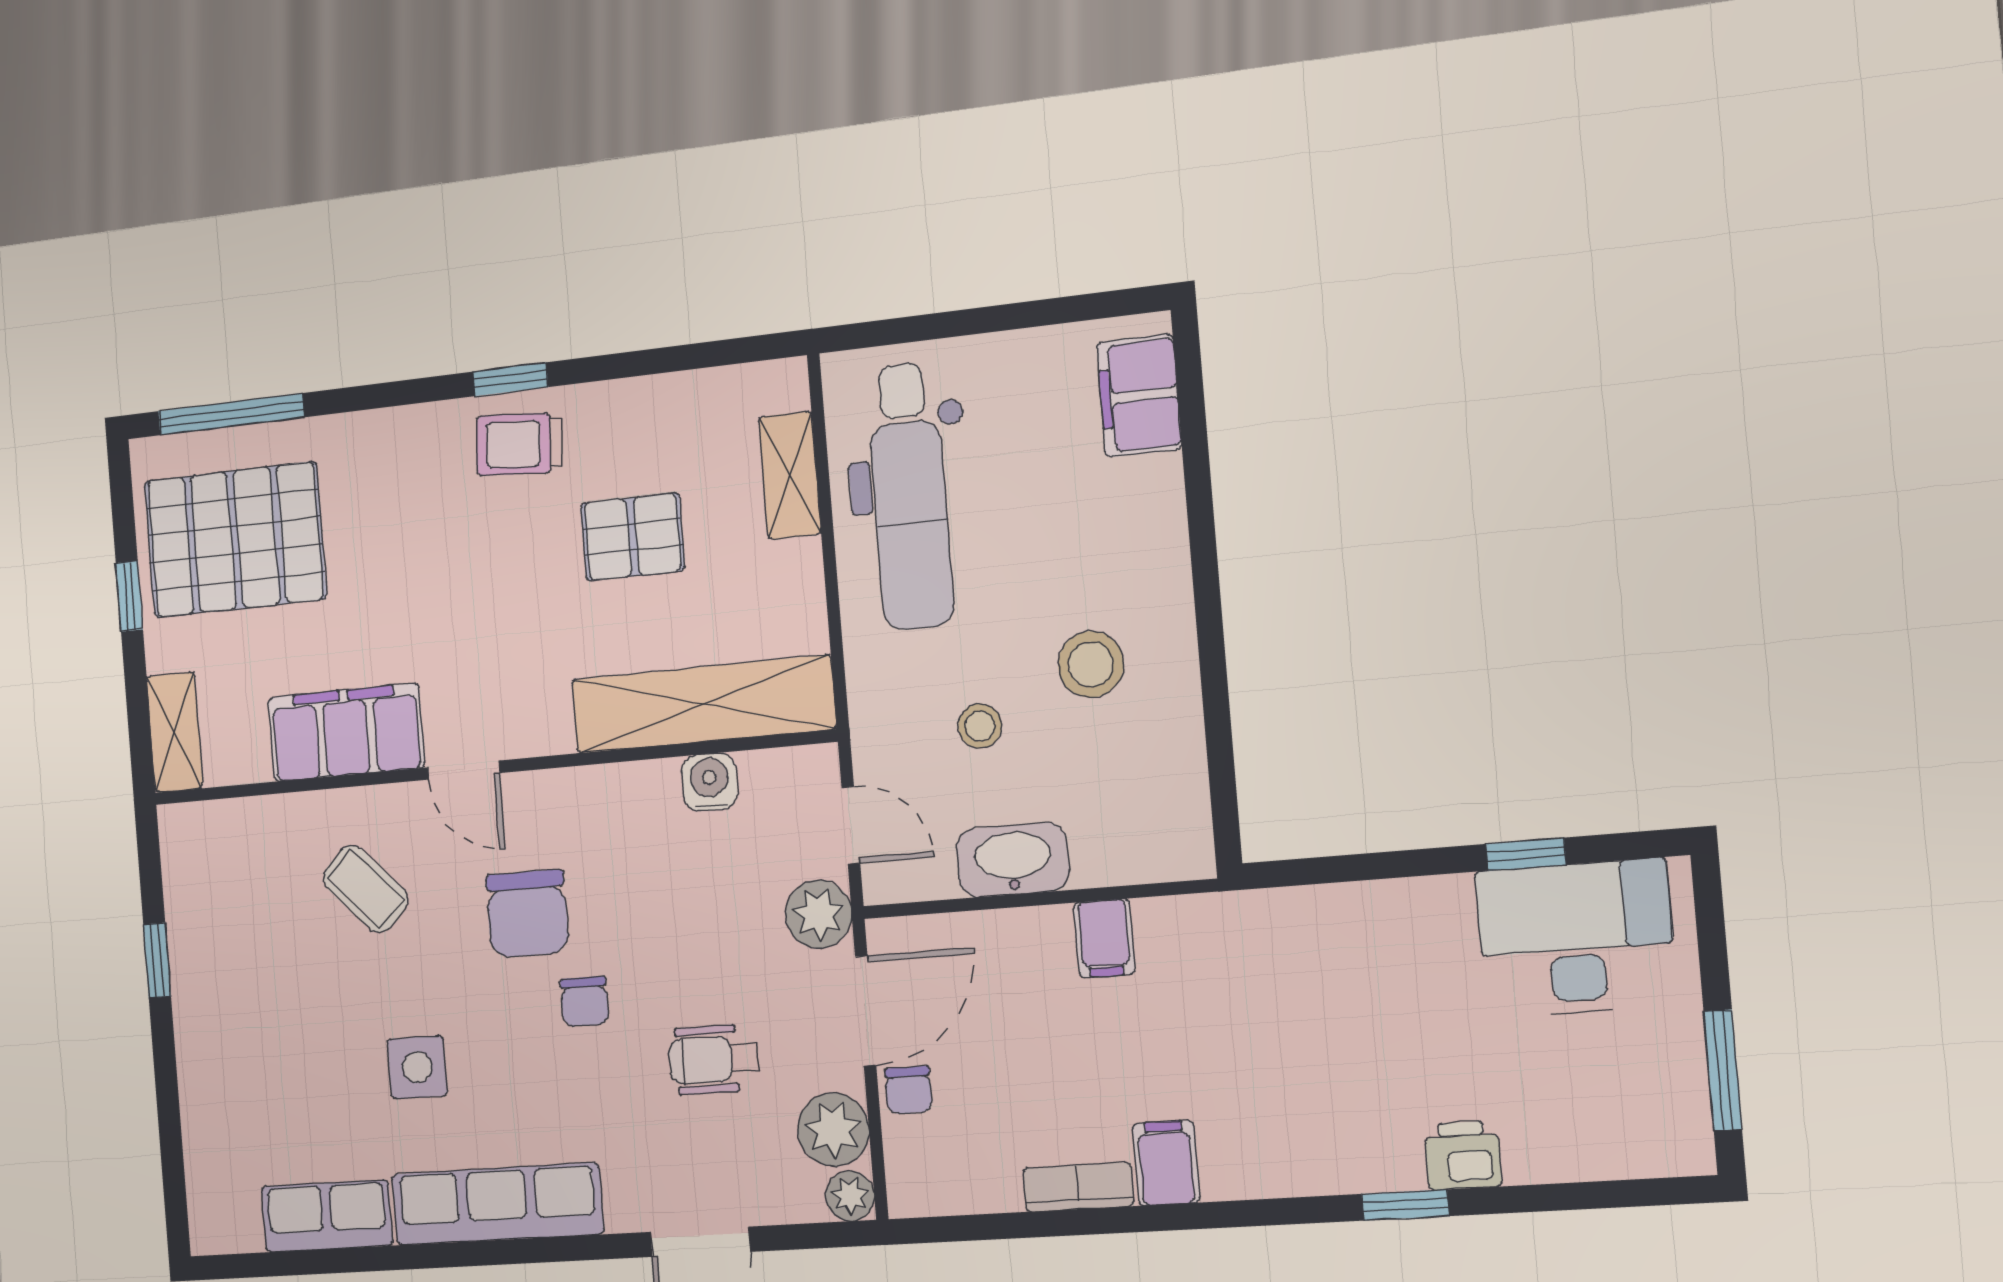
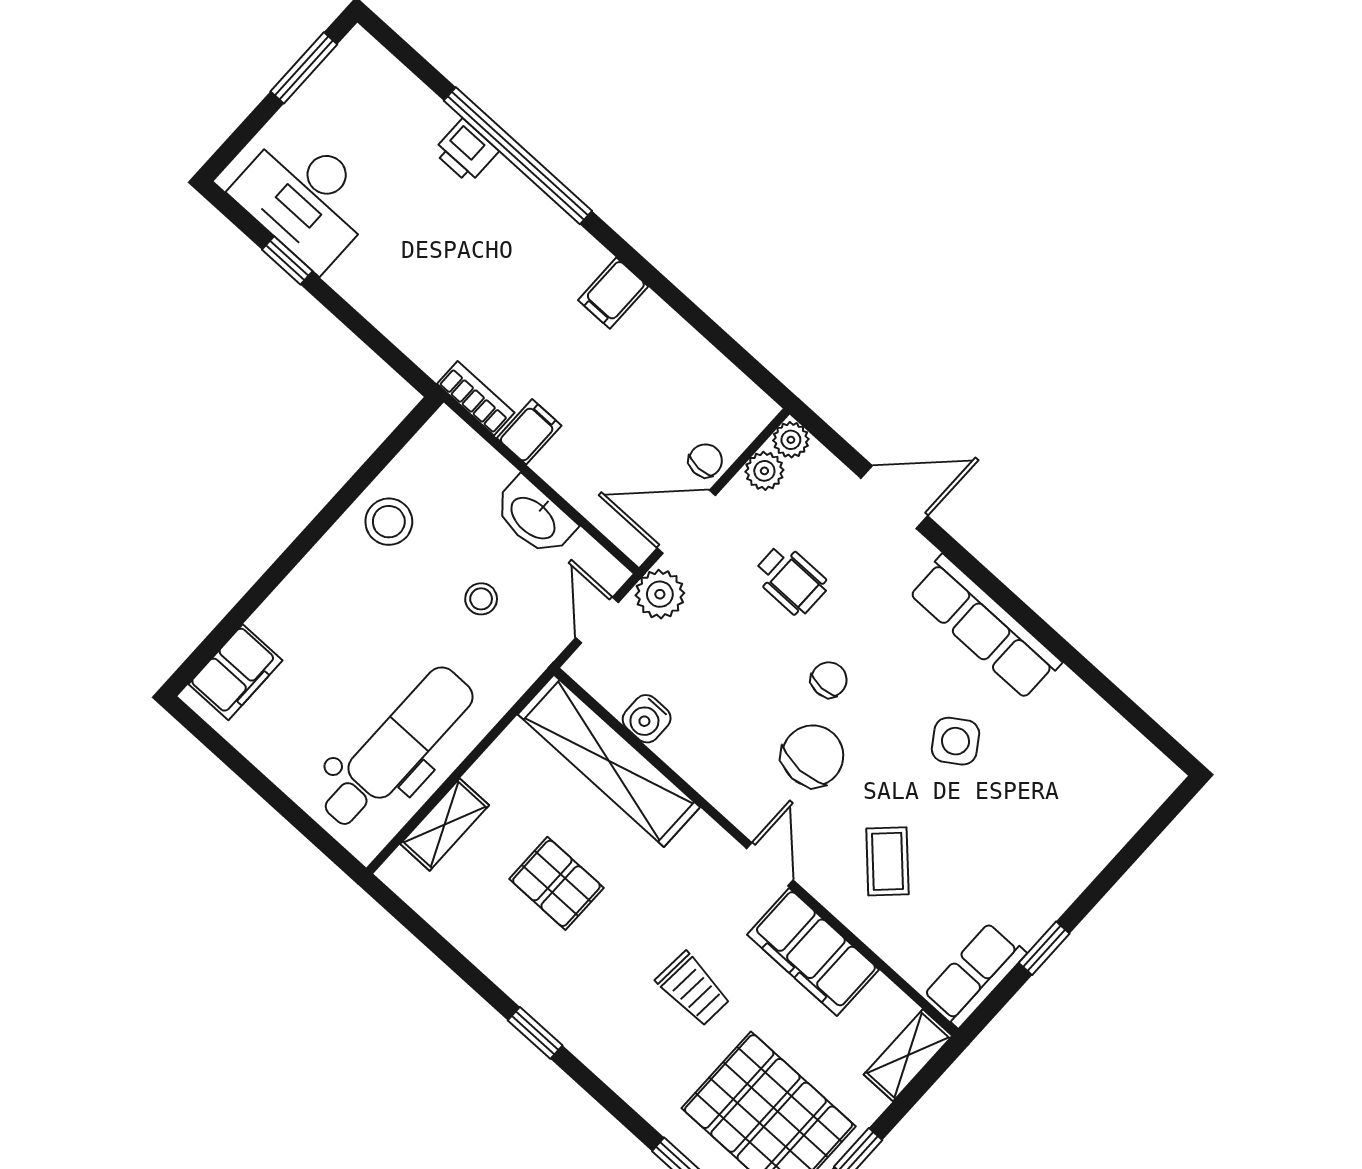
trolley: (519, 444) -> (693, 989), moved
stool: (1091, 664) -> (389, 522), moved
side table: (417, 1067) -> (955, 741), turned -34
plant: (833, 1130) -> (764, 471), width x0.73, depth x0.73
bookcase: (1078, 1187) -> (476, 398), moved, turned 180
window: (1405, 1205) -> (518, 156), width x3.17
row of seats: (327, 1216) -> (975, 975), moved, turned 90

